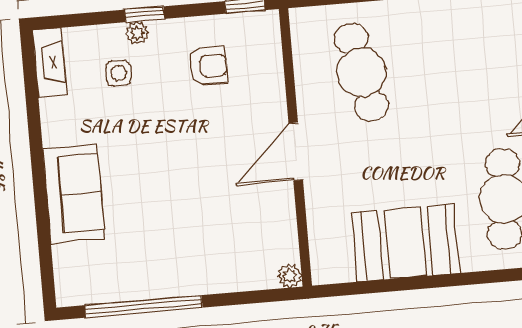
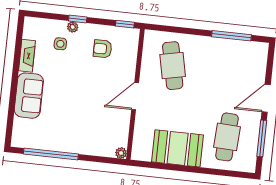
fireplace: (50, 62) -> (27, 56), moved
armchair: (208, 66) -> (103, 49), turned 180

